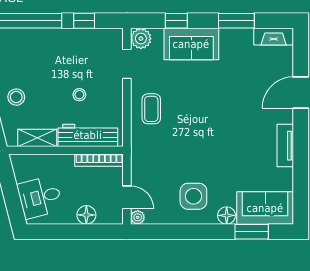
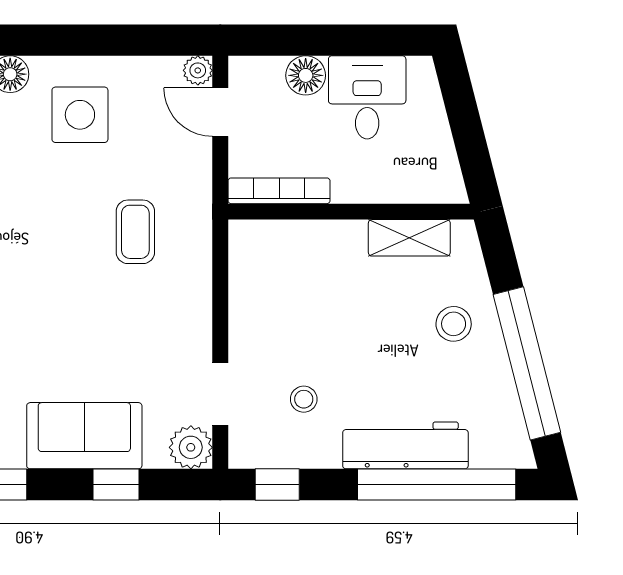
window: (84, 21) -> (277, 485), moved
stool: (79, 95) -> (304, 399), moved
coffee table: (151, 109) -> (135, 232), moved
workbench: (88, 135) -> (405, 445), moved, turned 180
desk: (40, 197) -> (367, 97), moved, turned -76

